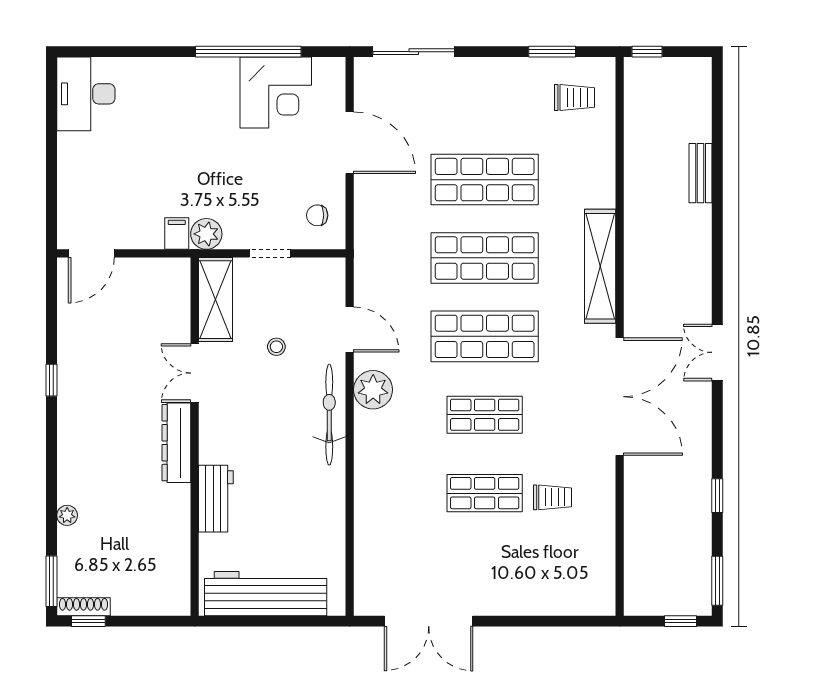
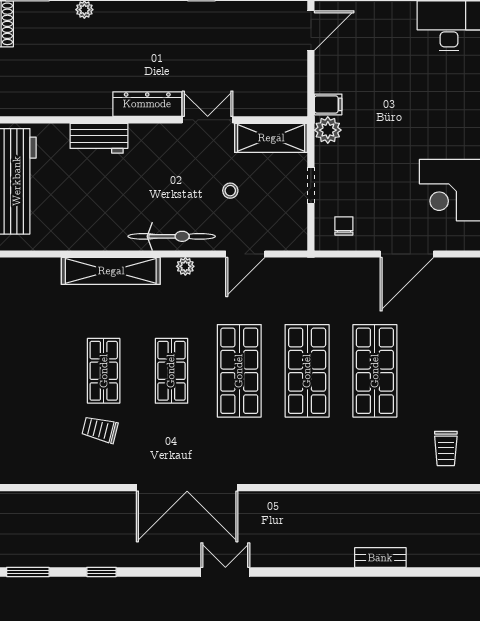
door: (91, 253) -> (311, 31), swing flipped
shelving: (600, 266) -> (111, 271), moved
plant: (373, 390) -> (185, 266), width x0.53, depth x0.53
trolley: (553, 497) -> (100, 430), turned 104

